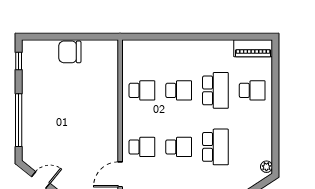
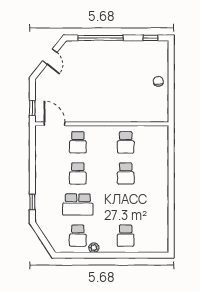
piano: (253, 48) -> (161, 236), removed
chair: (70, 52) -> (158, 81), width x0.54, depth x0.54
school desk: (215, 90) -> (78, 236), moved, width x0.54
plant: (266, 167) -> (94, 248), moved

